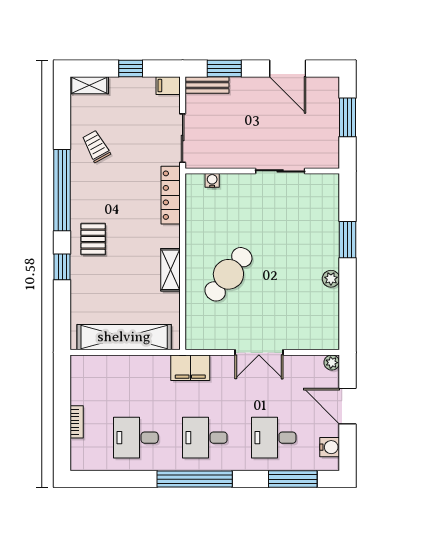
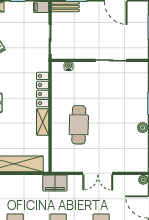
locker: (171, 195) -> (43, 90), moved
cafe table: (228, 274) -> (79, 125), turned -37

